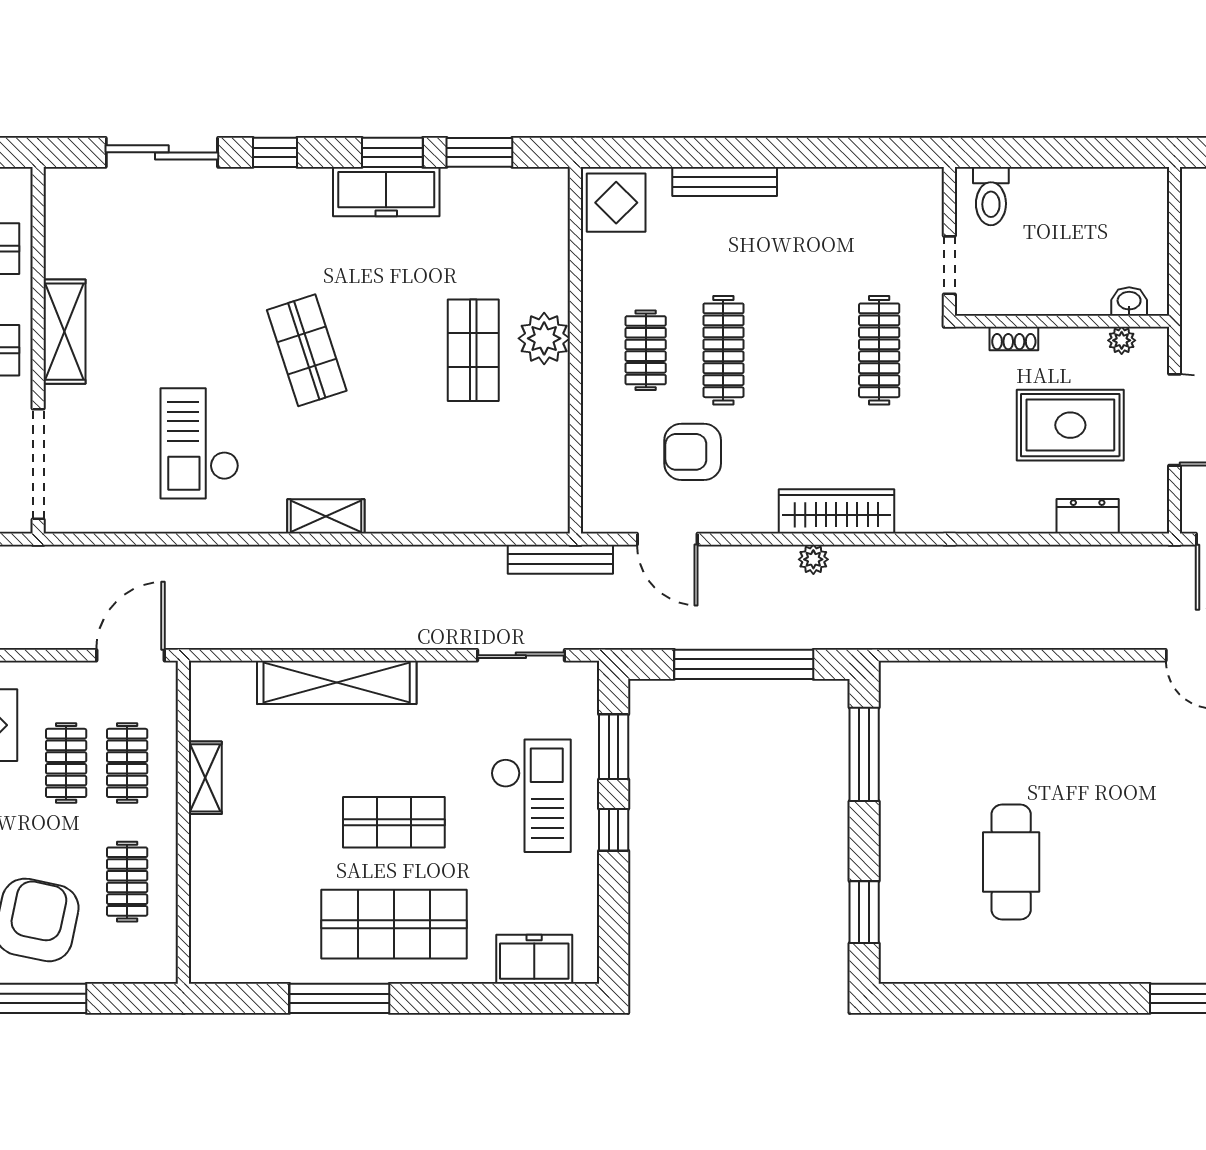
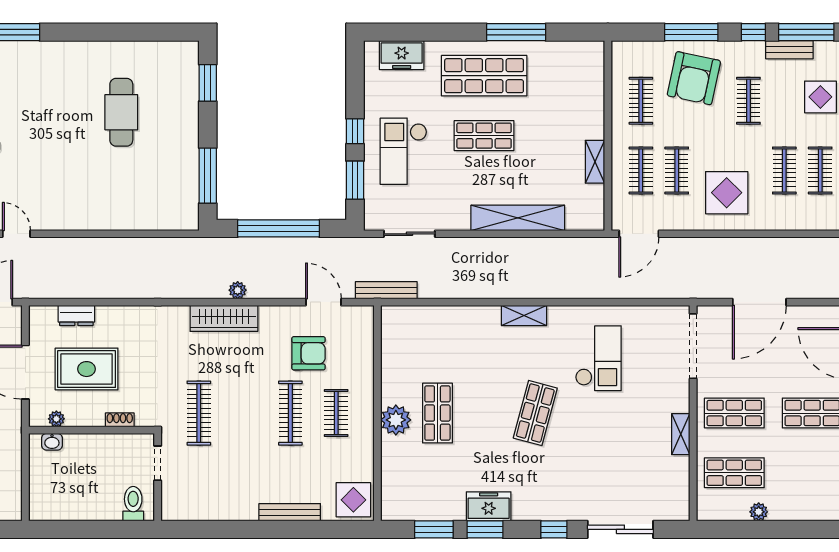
freezer: (386, 192) -> (489, 506), width x0.71
shelving: (64, 332) -> (681, 434), width x0.67, depth x0.75
shop shelf: (307, 350) -> (535, 413), turned 33

